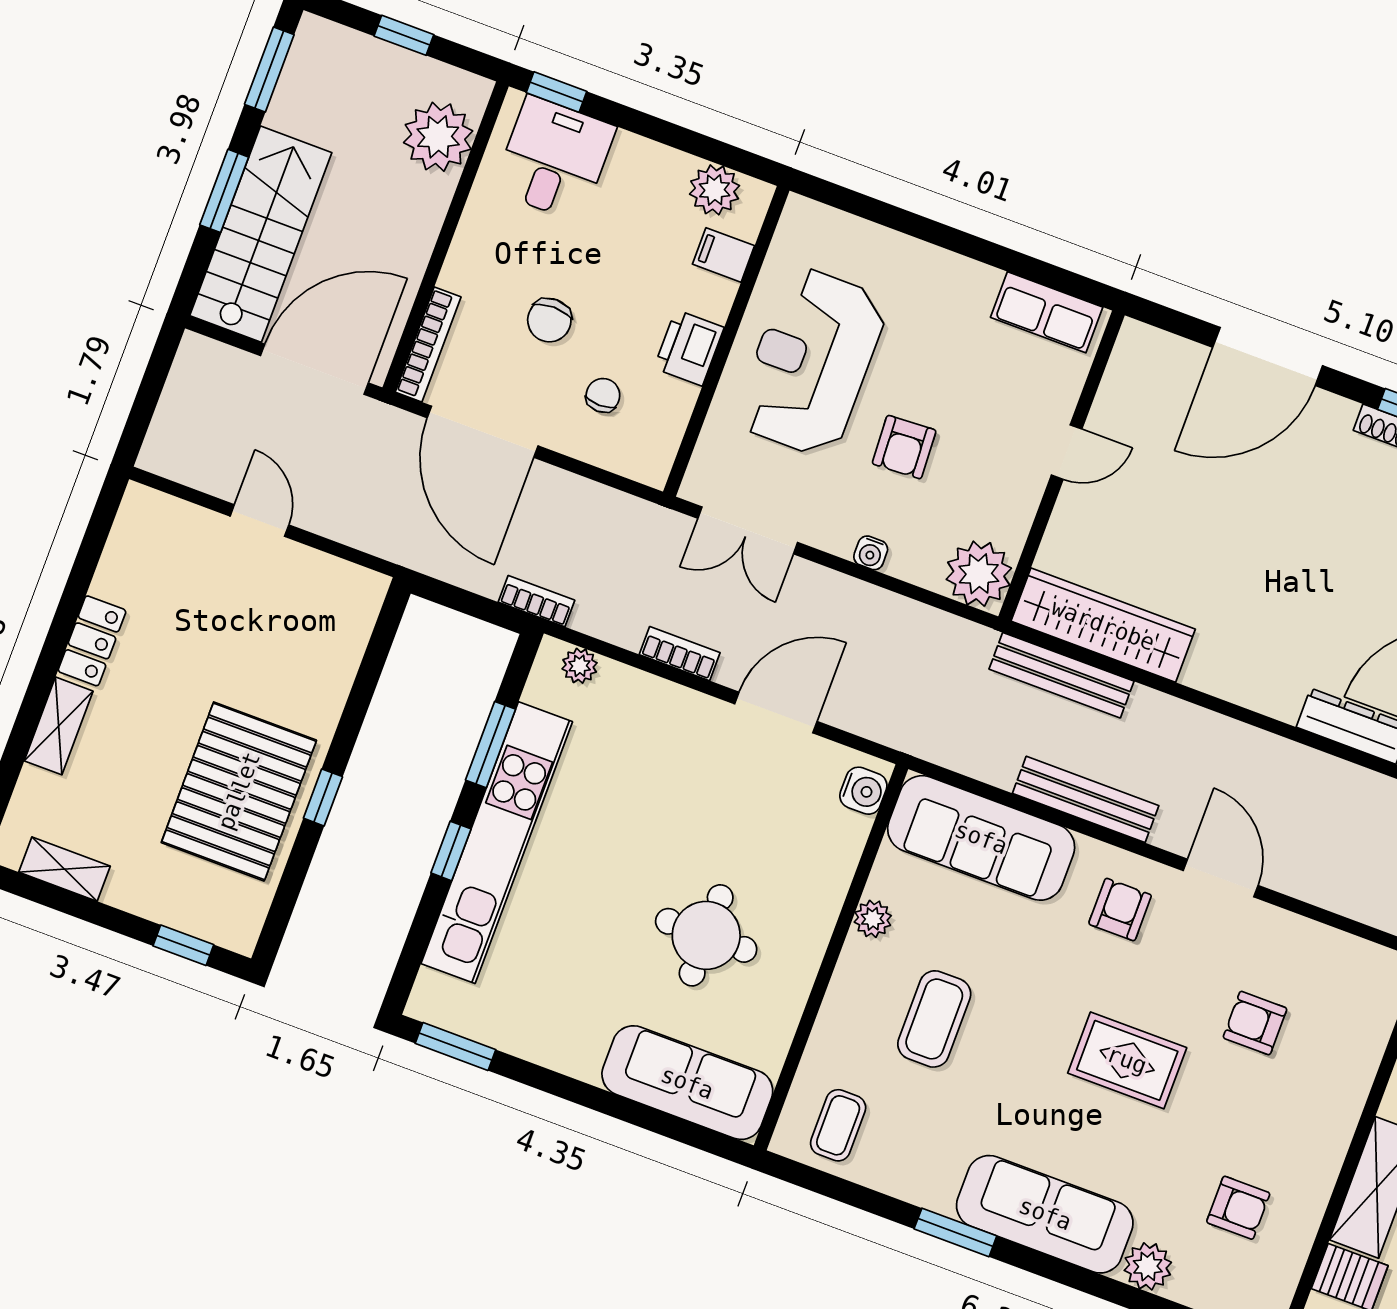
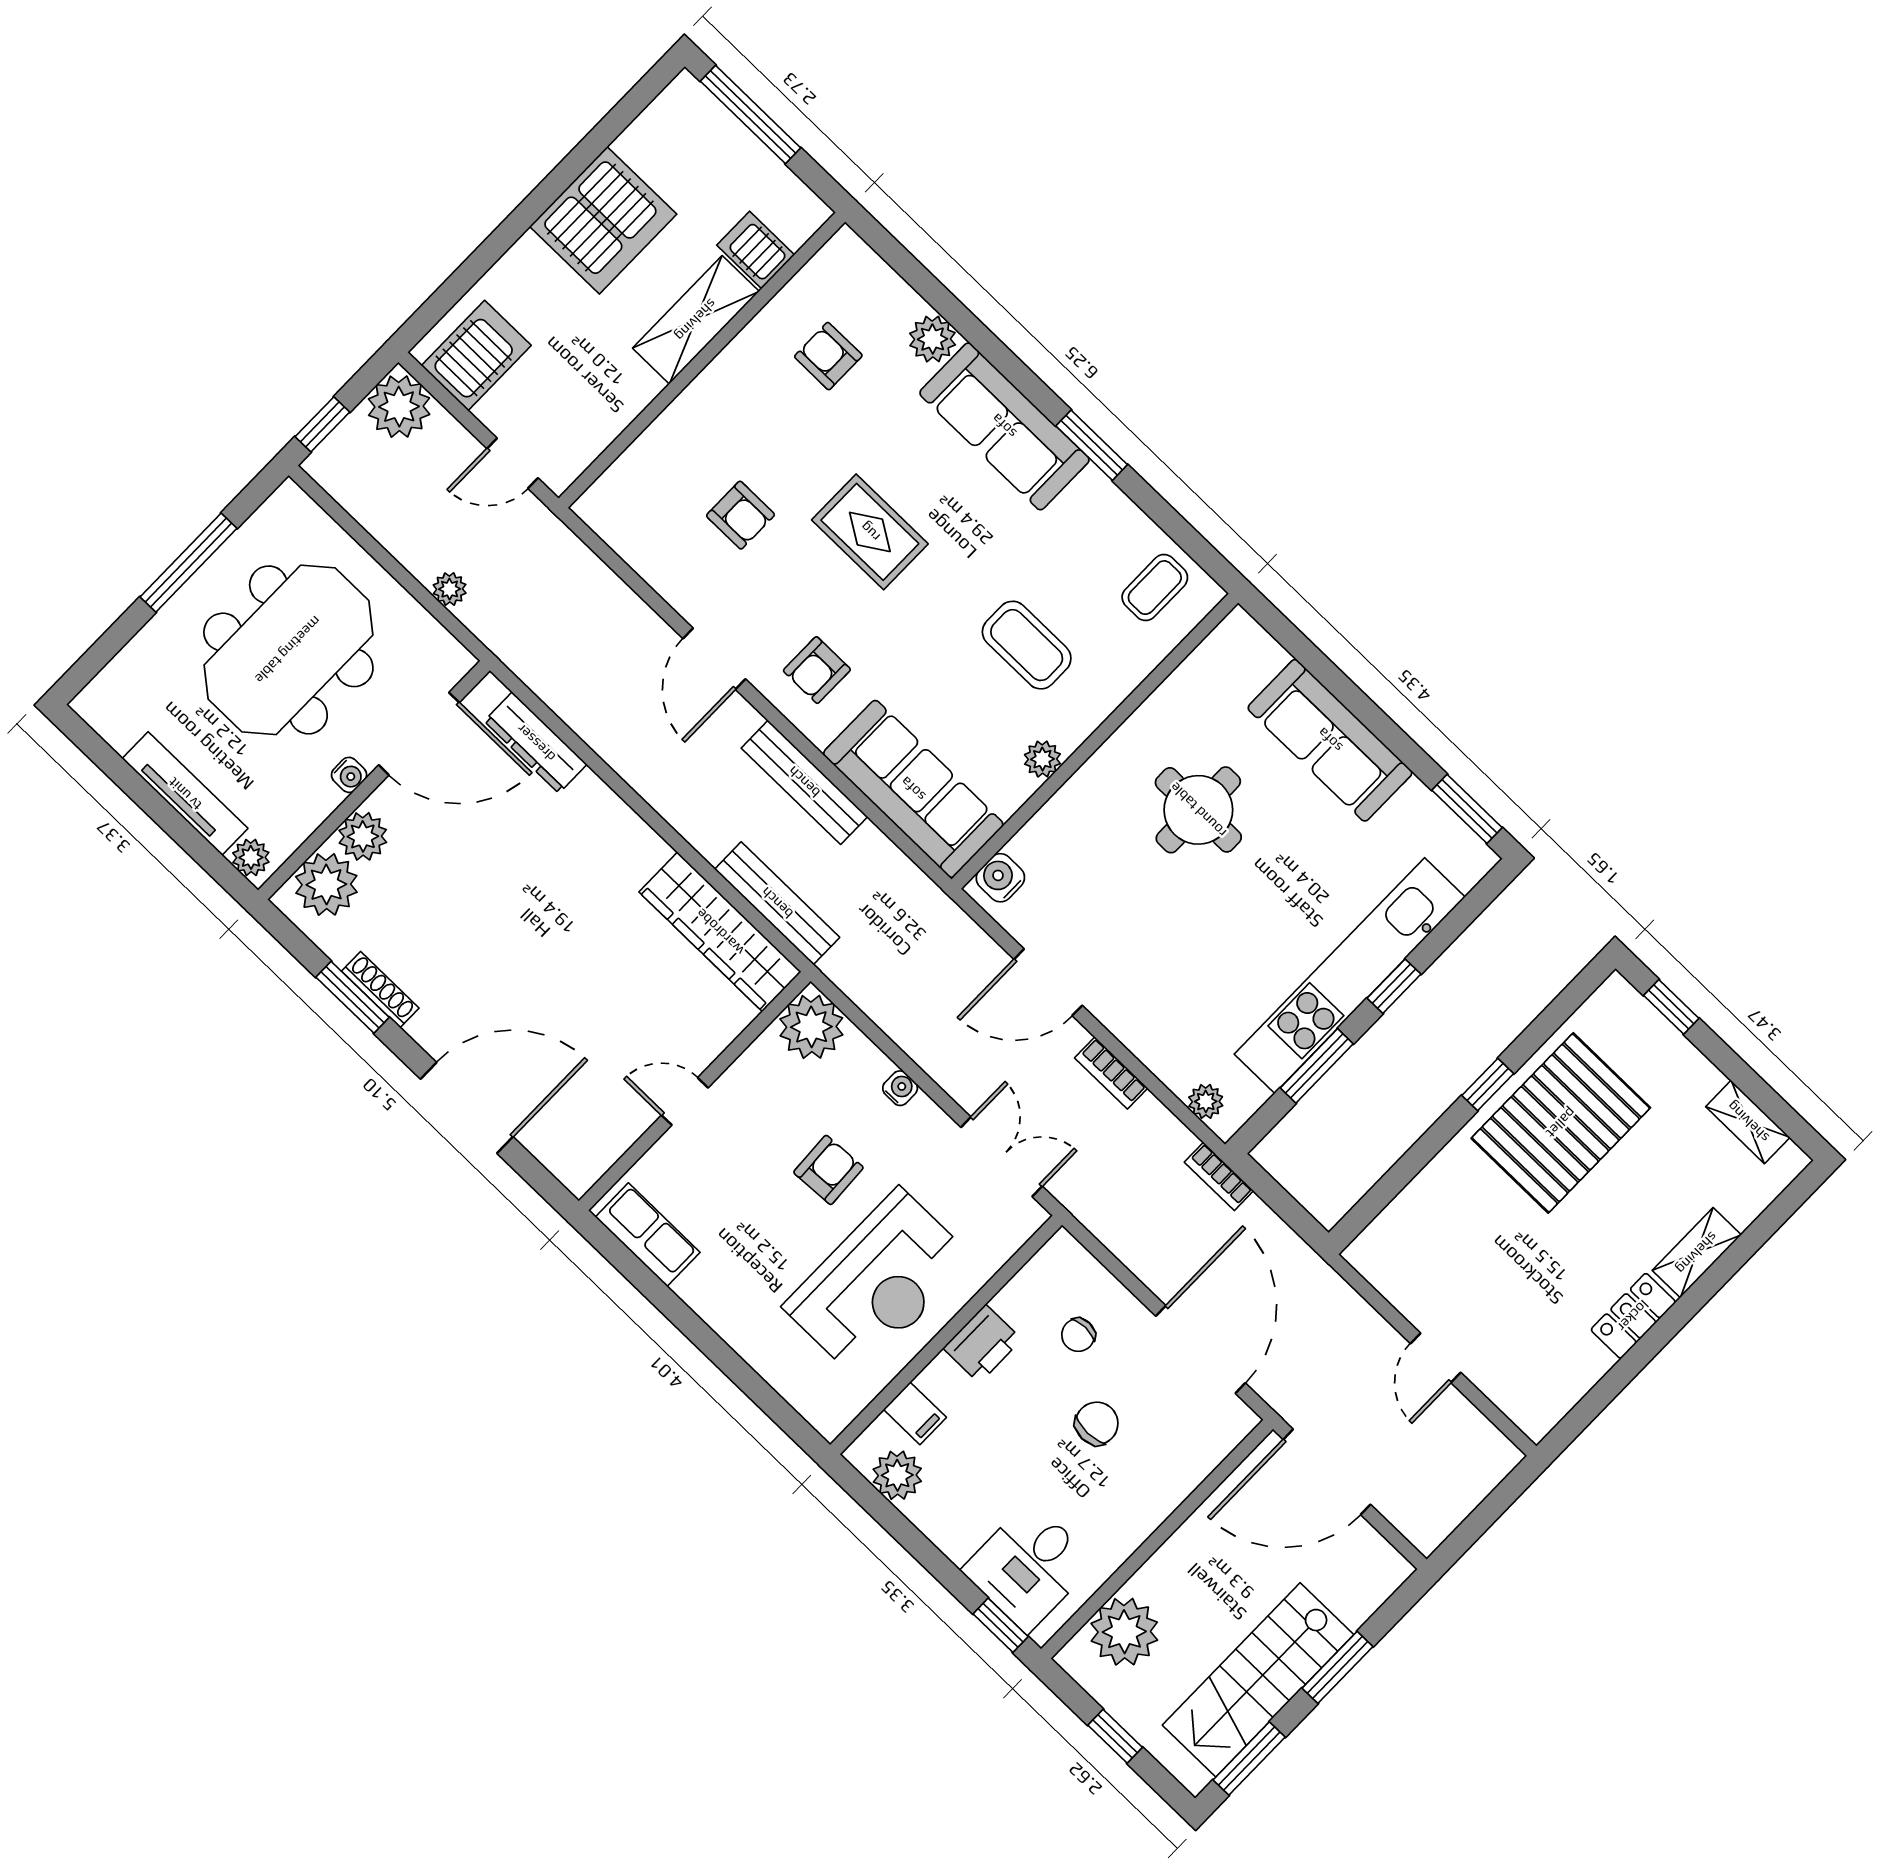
stairs: (261, 234) -> (1258, 1680), moved
bookcase: (428, 344) -> (1215, 1449), removed
coffee table: (934, 1019) -> (1027, 645), turned 90
sofa: (687, 1083) -> (1330, 740), moved

